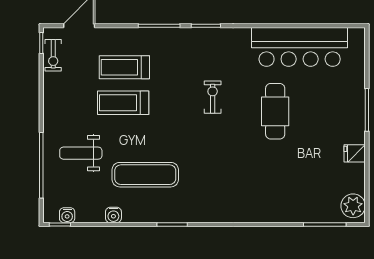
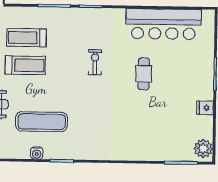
treadmill: (123, 103) -> (25, 65), turned 180
cafe table: (275, 111) -> (144, 74), width x0.73, depth x0.74
water cooler: (113, 215) -> (37, 153), moved

